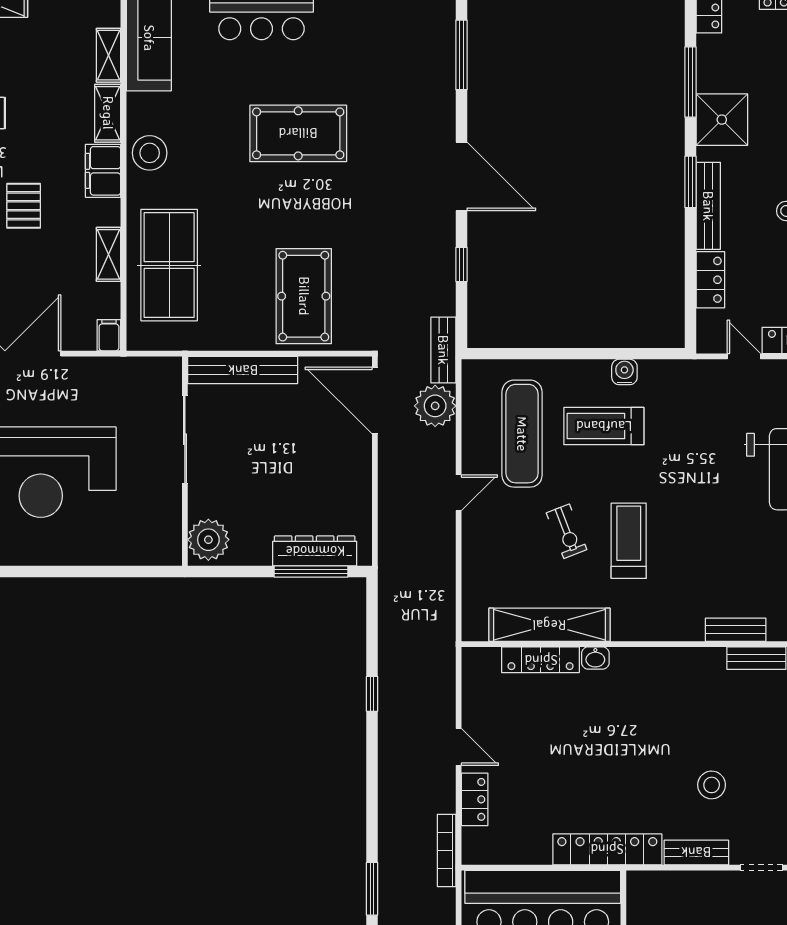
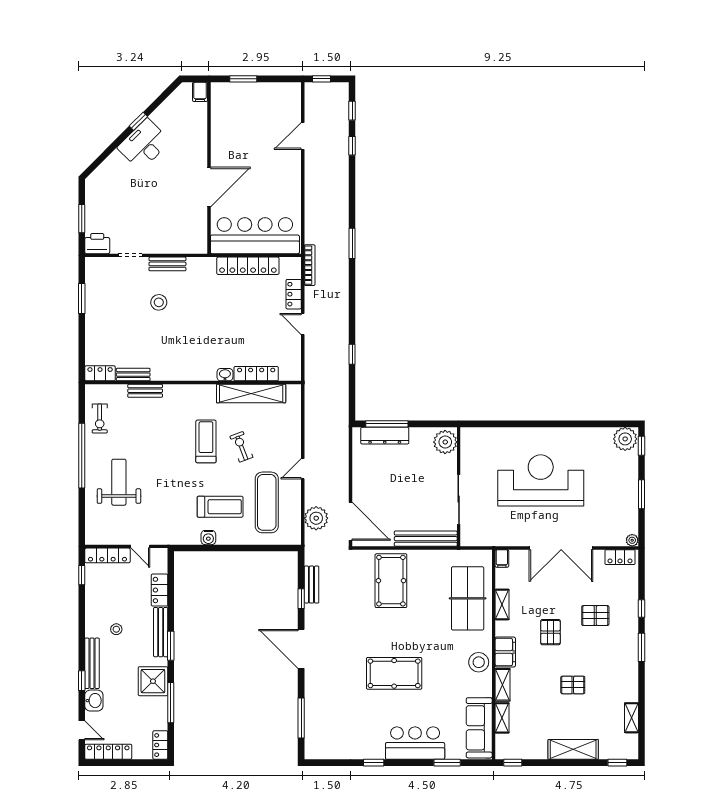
bench: (443, 350) -> (311, 585), moved
treadmill: (629, 541) -> (206, 441), turned 180
locker: (607, 849) -> (248, 266), moved

